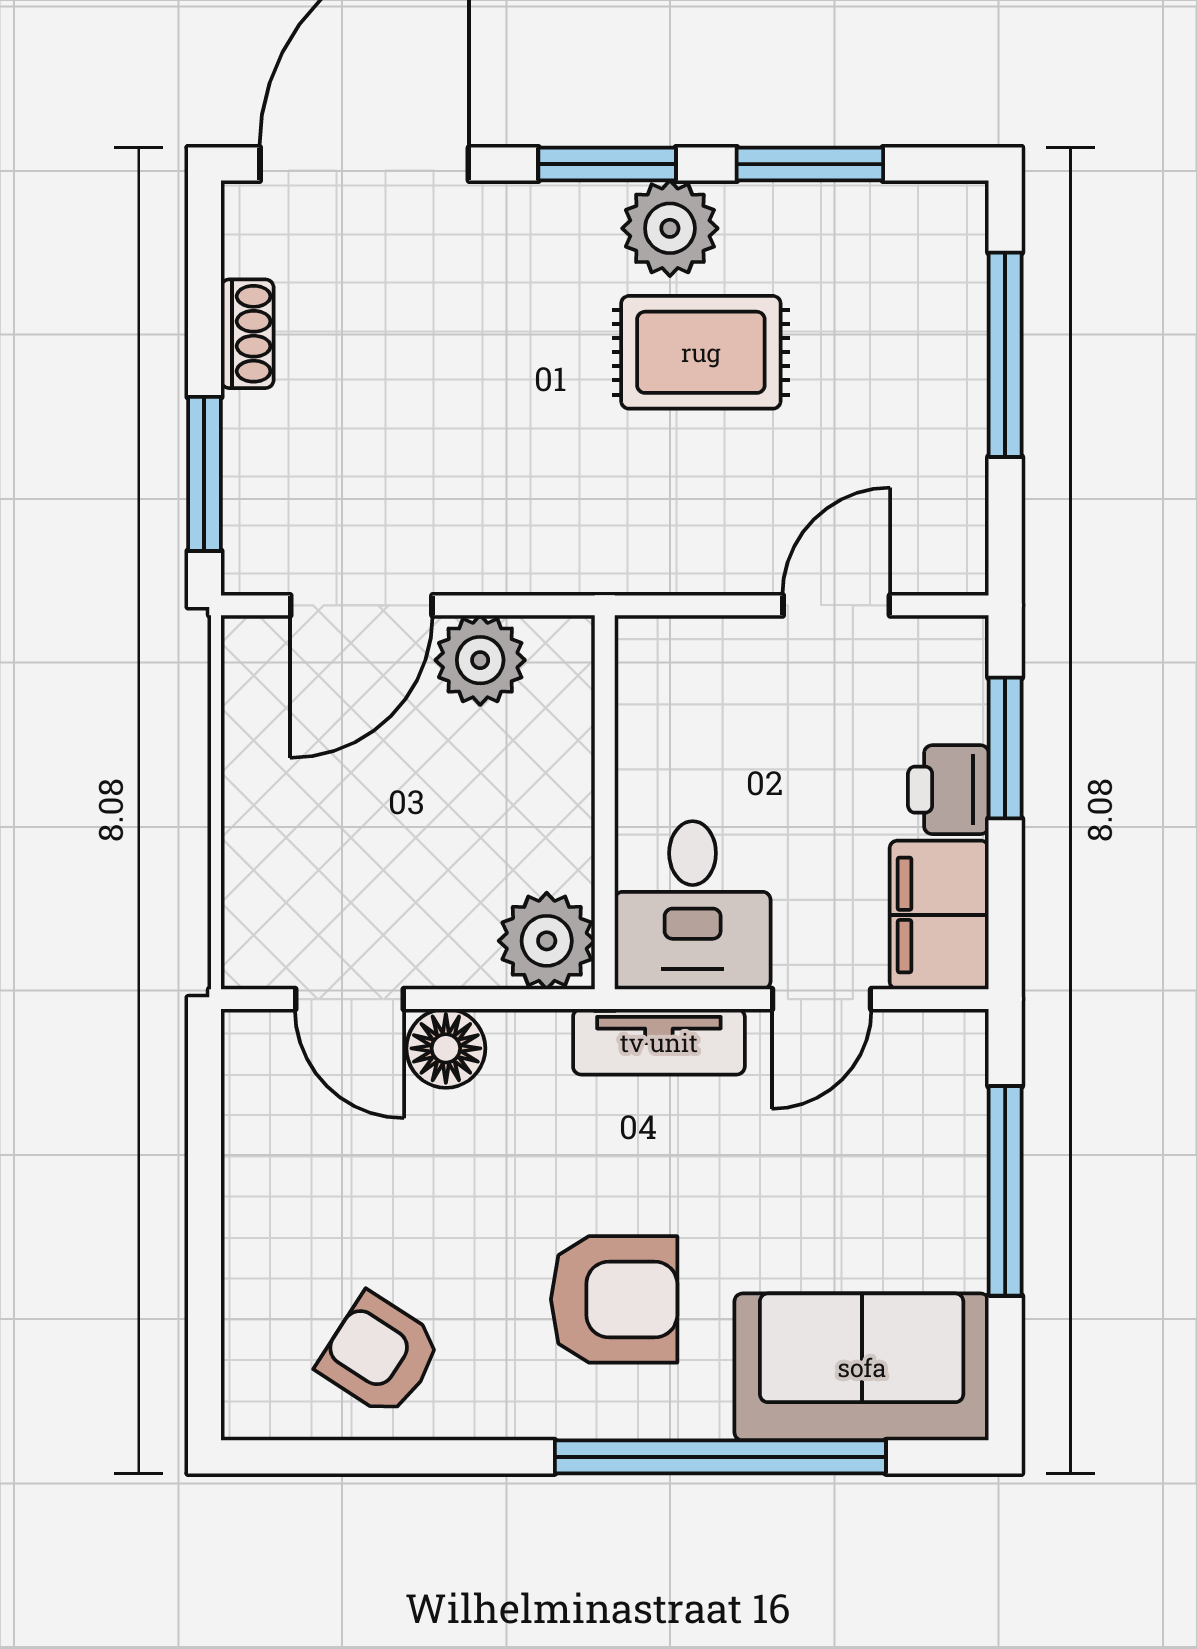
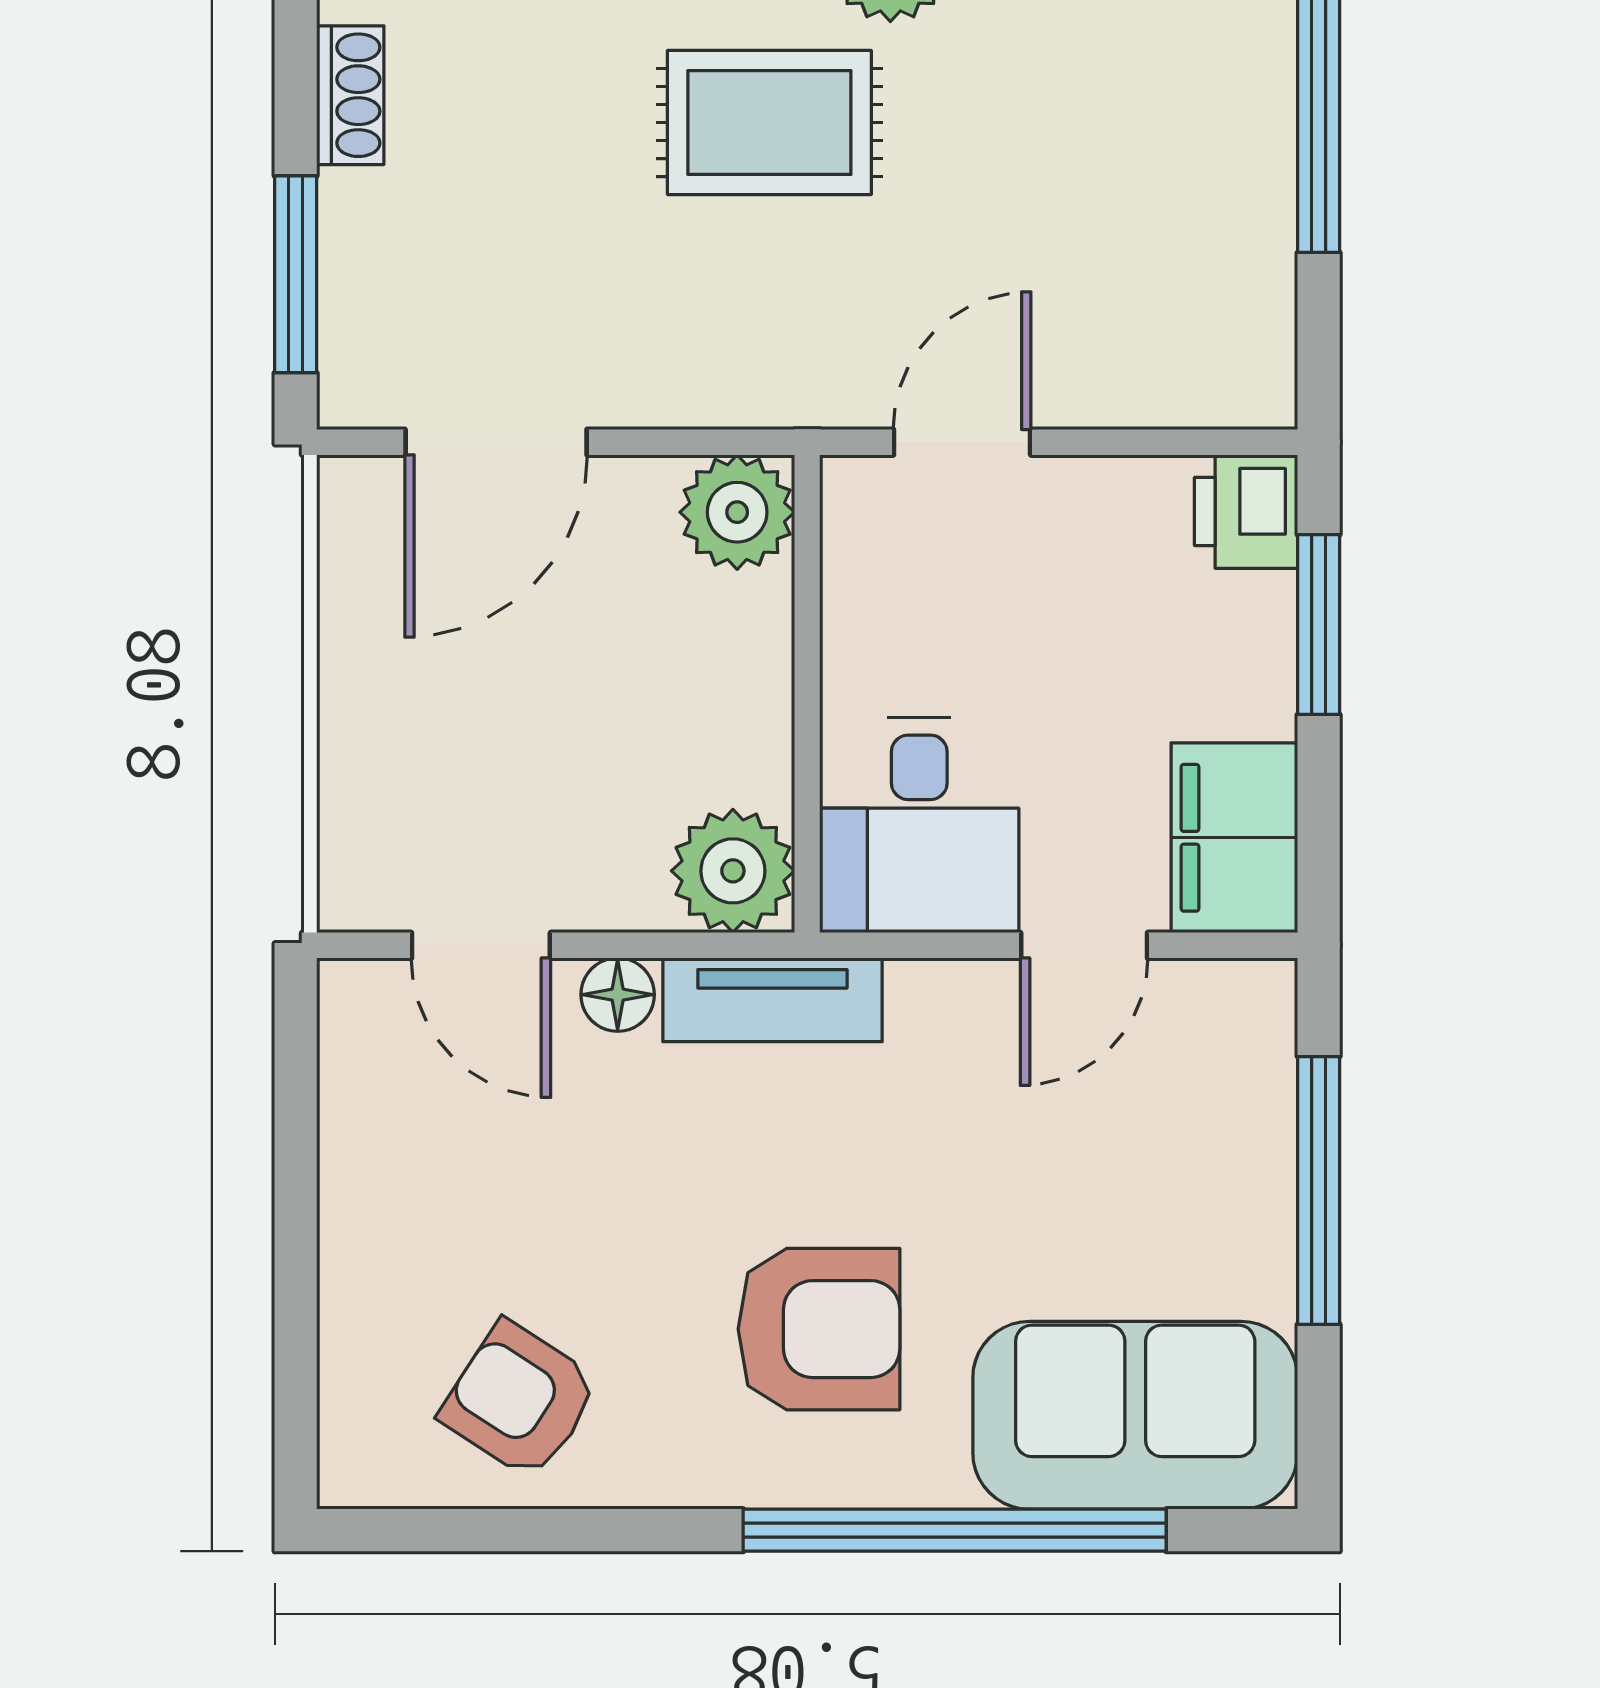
rug: (701, 352) -> (769, 122), moved
door: (836, 605) -> (962, 442), moved
plant: (480, 660) -> (737, 512), moved
printer: (948, 790) -> (1246, 512), moved
tv unit: (659, 1042) -> (772, 1000), moved
floor lamp: (446, 1048) -> (618, 995), width x0.73, depth x0.73

